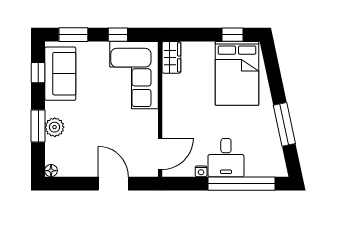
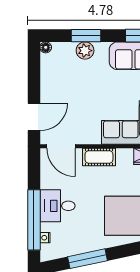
cot: (172, 112) -> (99, 157), added
nightstand: (201, 171) -> (45, 238), moved
door: (113, 184) -> (34, 117), moved

